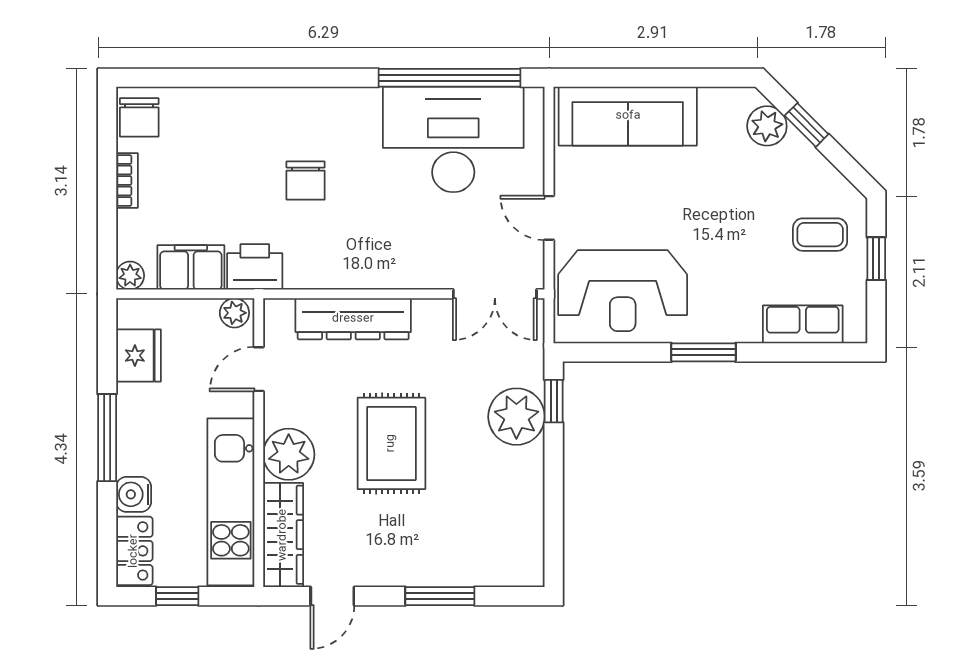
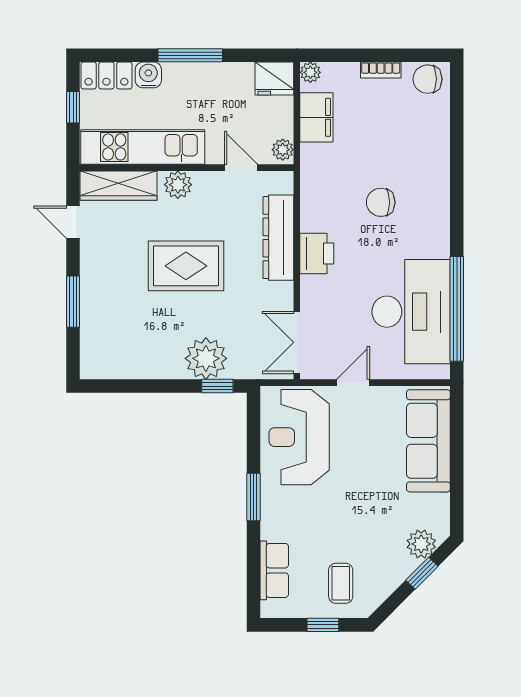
printer: (255, 267) -> (317, 253), moved
fridge: (138, 356) -> (274, 79), moved
plant: (289, 454) -> (178, 185), width x0.73, depth x0.73

